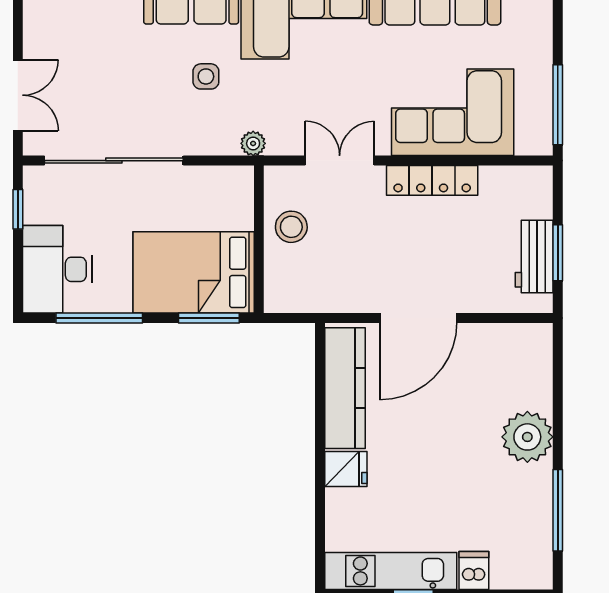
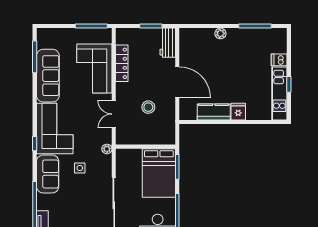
locker: (432, 180) -> (122, 63), moved
stool: (291, 227) -> (148, 107), moved
workbench: (534, 256) -> (168, 43), moved, turned 90
kitchen counter: (345, 388) -> (214, 112), width x0.67
plant: (527, 437) -> (220, 33), width x0.53, depth x0.53

